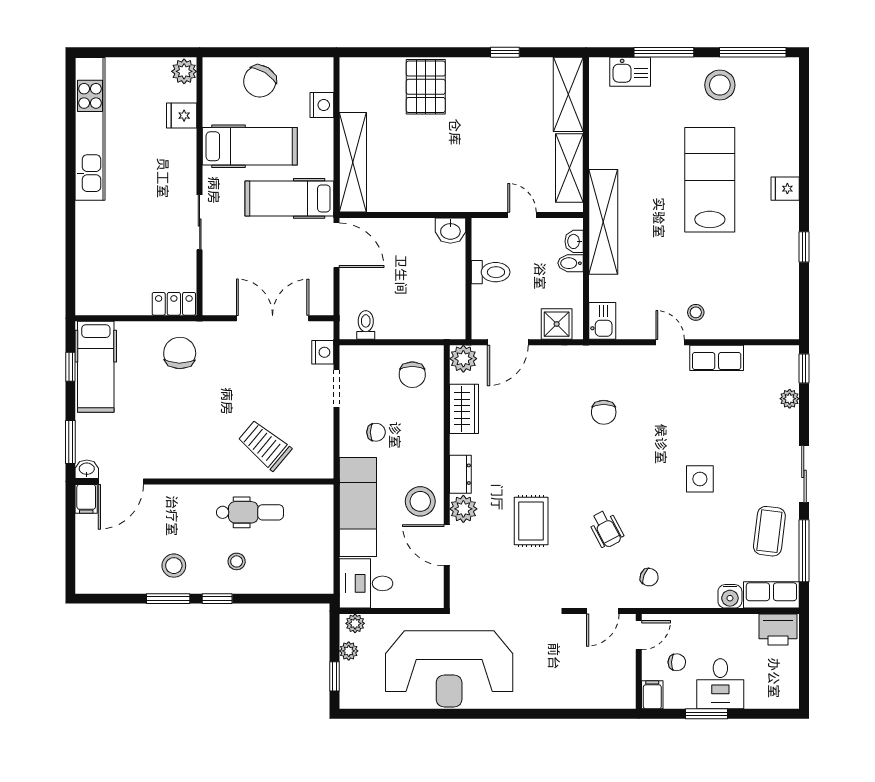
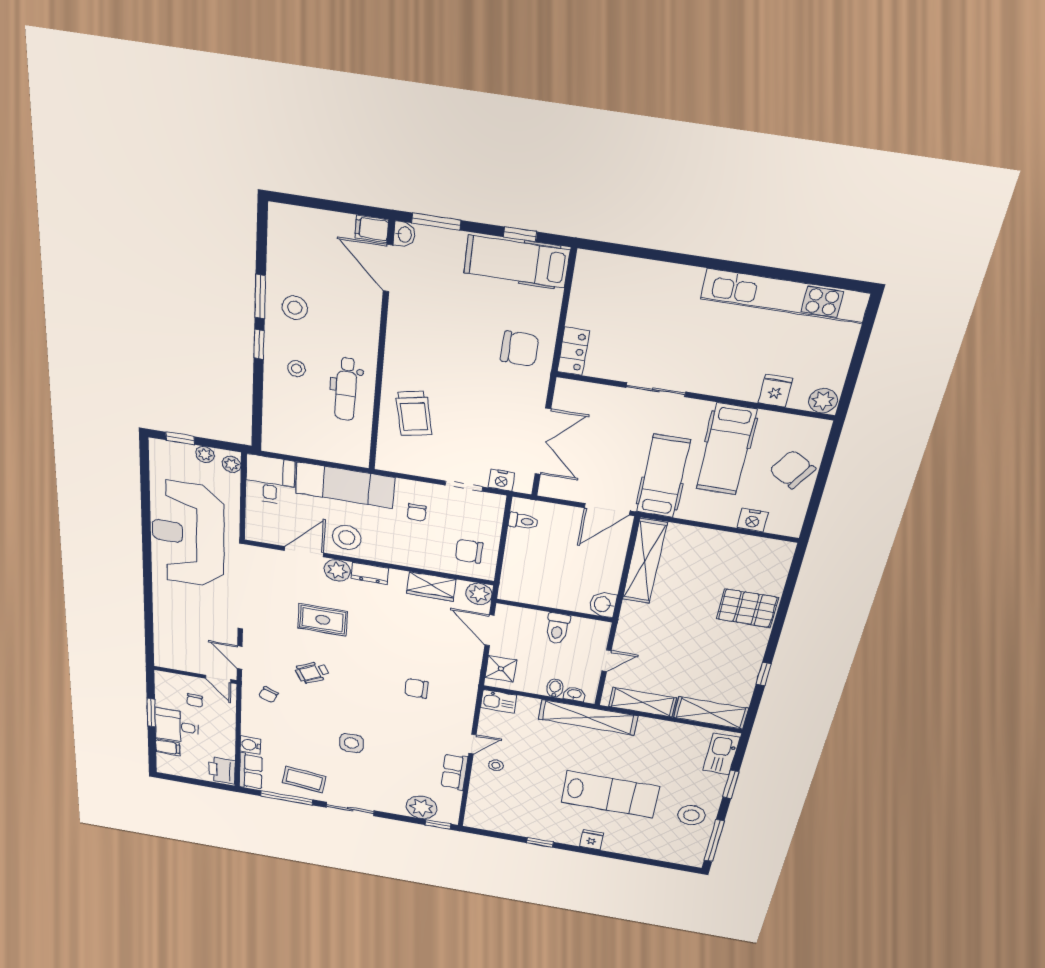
window: (664, 52) -> (731, 784), width x0.69
kitchen sink: (630, 72) -> (721, 754), width x1.38
shelving: (353, 162) -> (645, 561), moved, turned 90
plant: (790, 399) -> (422, 807), width x1.88, depth x1.88
trolley: (265, 445) -> (414, 413), turned 128
filing cabinet: (652, 695) -> (168, 747), moved

